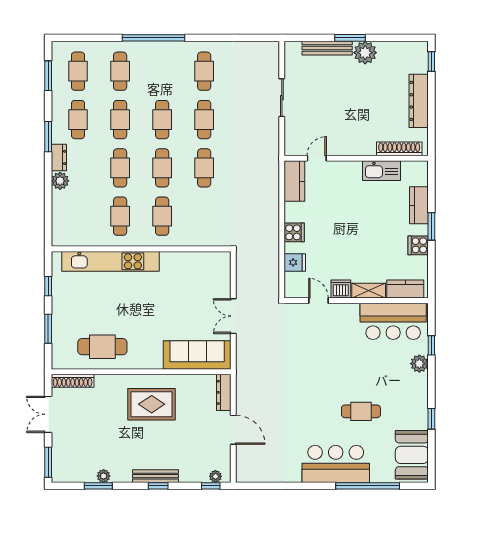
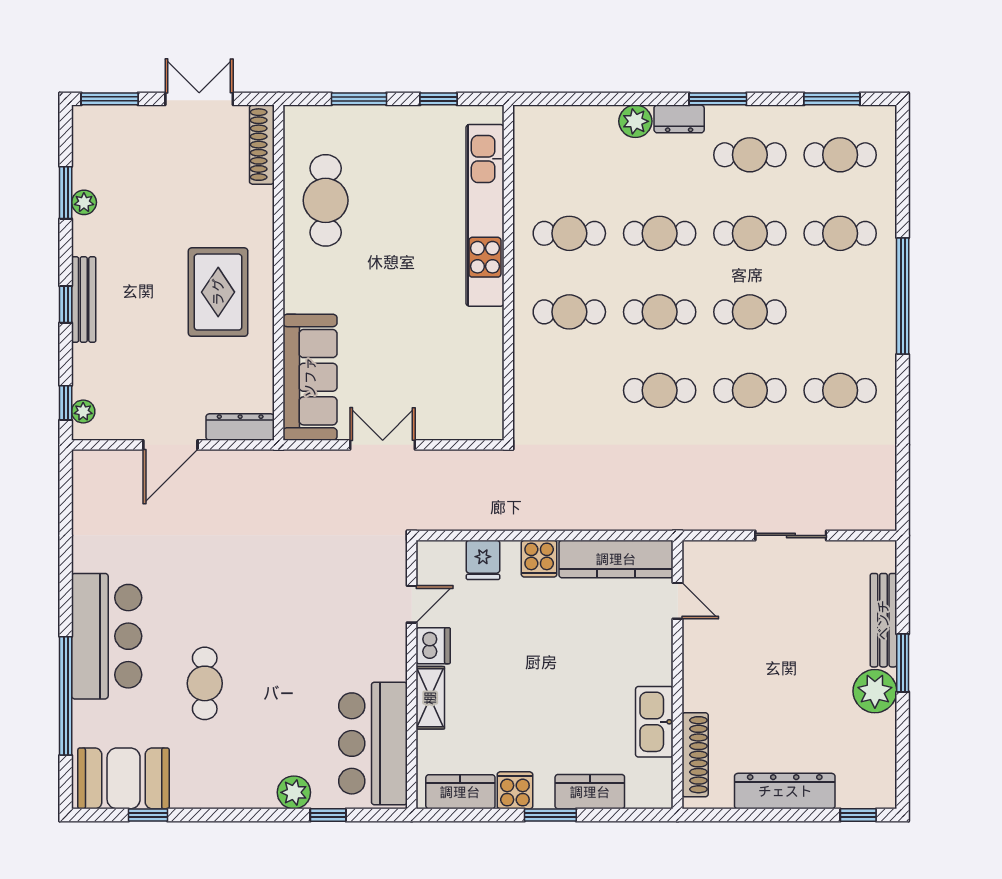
kitchen counter: (294, 181) -> (616, 559), width x1.50
kitchen counter: (405, 289) -> (460, 792), moved, turned -90
window: (431, 419) -> (148, 815), moved

